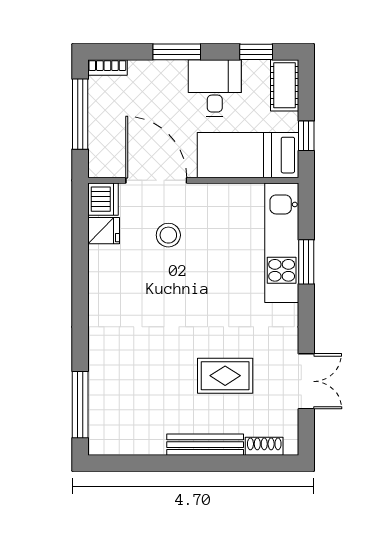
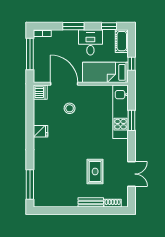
fridge: (104, 231) -> (41, 131), moved
rug: (225, 376) -> (95, 171), turned 90
bench: (205, 445) -> (91, 202), width x0.73

